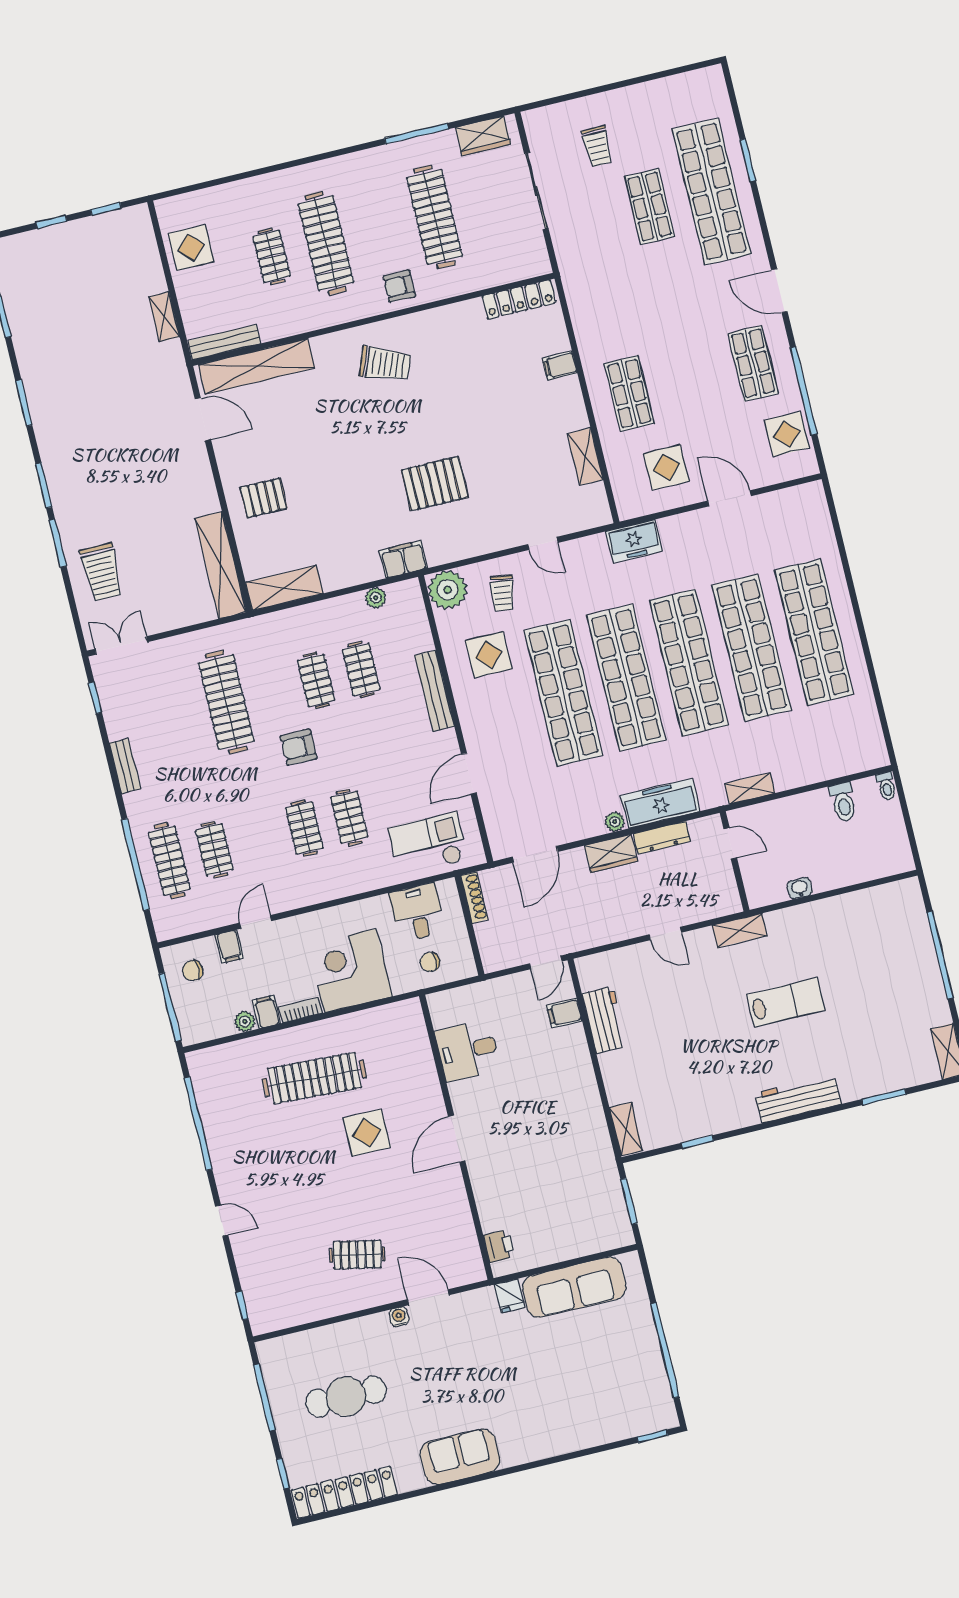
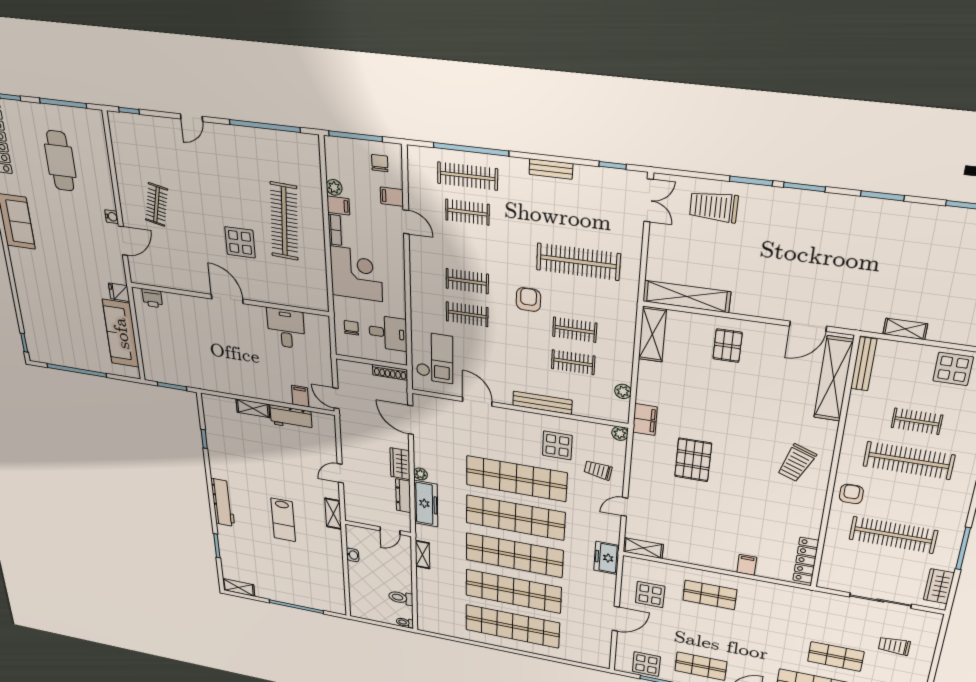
shelving: (585, 457) -> (643, 548), moved
plant: (448, 590) -> (620, 433), width x0.53, depth x0.53
shelving: (626, 1129) -> (253, 408), moved

